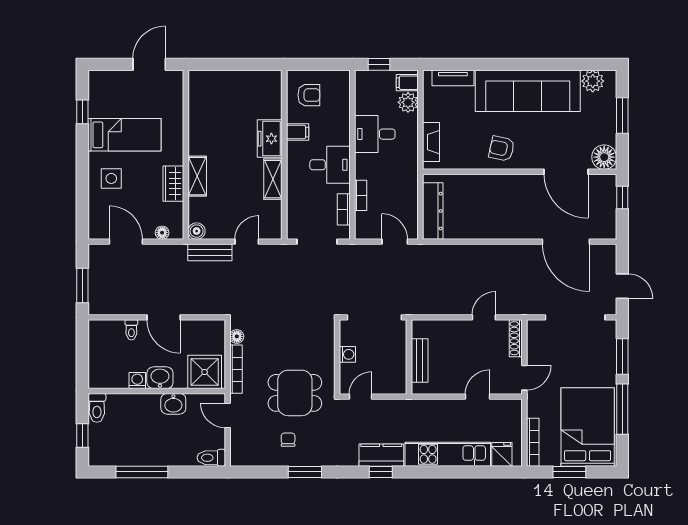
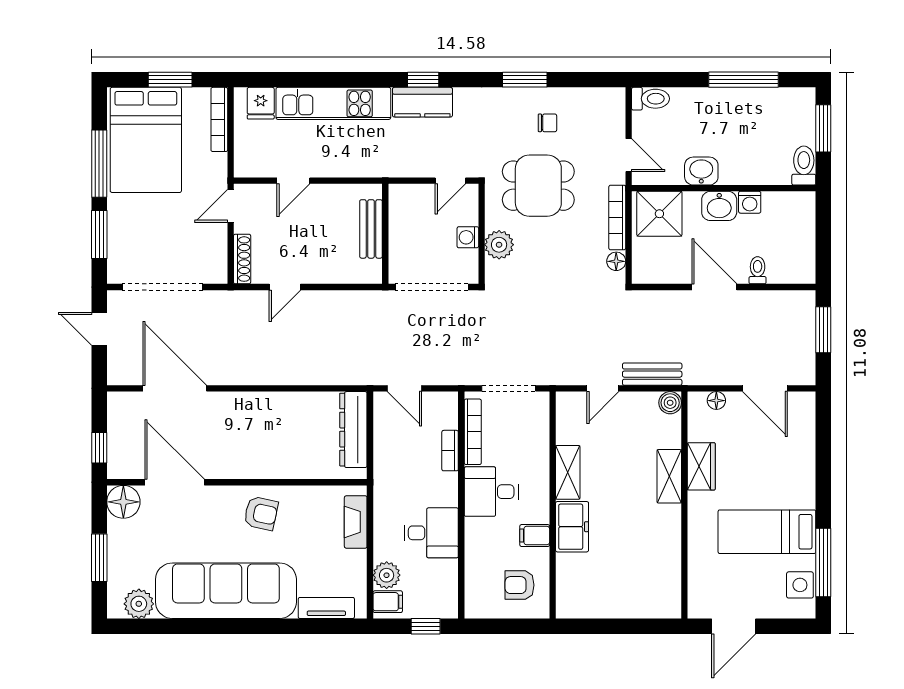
window: (82, 112) -> (823, 563), width x2.17
side table: (111, 178) -> (800, 585), moved
bookcase: (344, 209) -> (473, 432), width x1.56
plant: (324, 349) -> (499, 245), added
window: (82, 436) -> (823, 128), width x1.50
chair: (288, 440) -> (547, 123), turned -90

